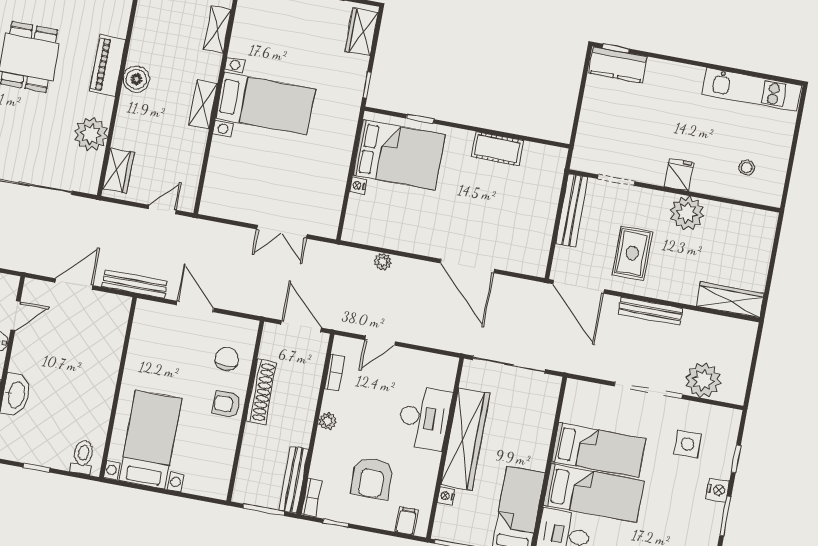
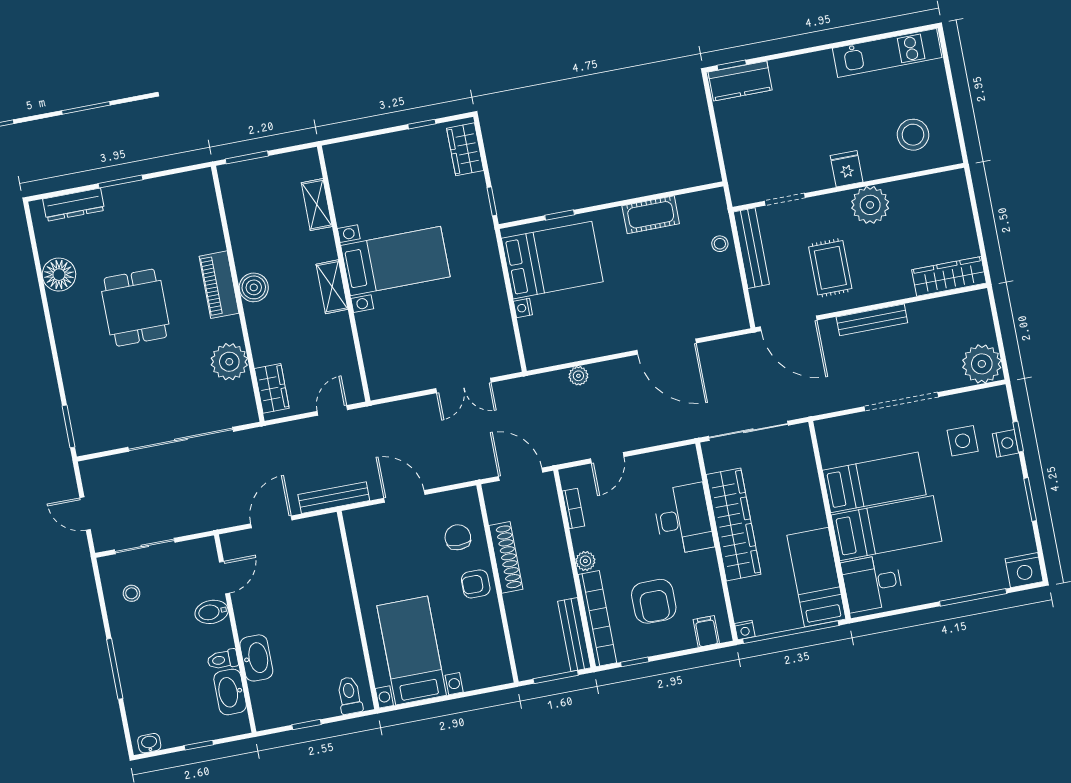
stool: (747, 168) -> (913, 135), width x1.89, depth x1.89
stool: (547, 196) -> (720, 244), added
plant: (703, 380) -> (982, 364), moved
nightstand: (718, 490) -> (1006, 443), moved
nightstand: (446, 496) -> (745, 630), moved, turned -90
bookcase: (312, 497) -> (597, 619), width x2.31, depth x1.31

